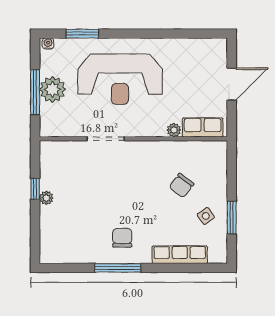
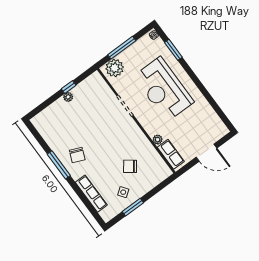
plant: (53, 89) -> (115, 68), moved
chair: (122, 238) -> (77, 155), turned 113

